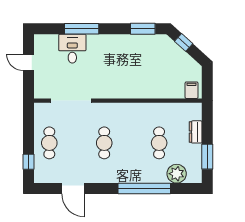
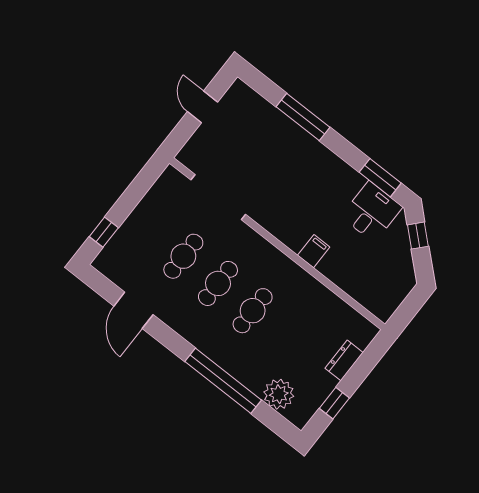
desk: (72, 49) -> (372, 212), moved
filing cabinet: (192, 90) -> (314, 251), moved
cafe table: (49, 143) -> (183, 256), moved
cafe table: (159, 143) -> (253, 311), moved
window: (207, 157) -> (334, 403), width x0.67

